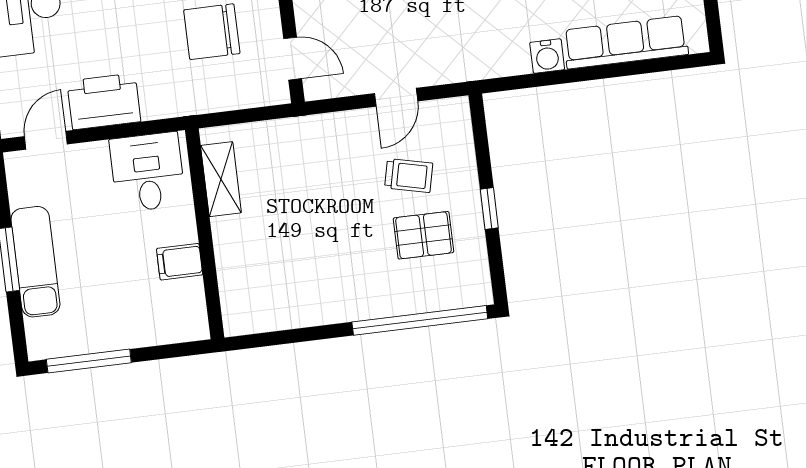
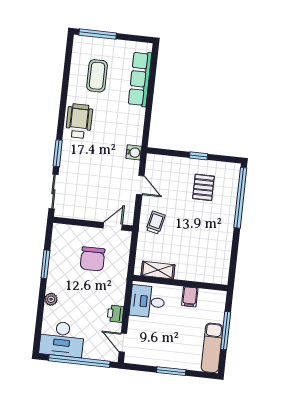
water cooler: (547, 56) -> (134, 152), moved
printer: (104, 101) -> (115, 314), width x0.53, depth x0.68
trolley: (409, 176) -> (156, 223), moved
exam couch: (35, 262) -> (212, 348), moved, turned -90
window: (89, 361) -> (226, 331), moved

